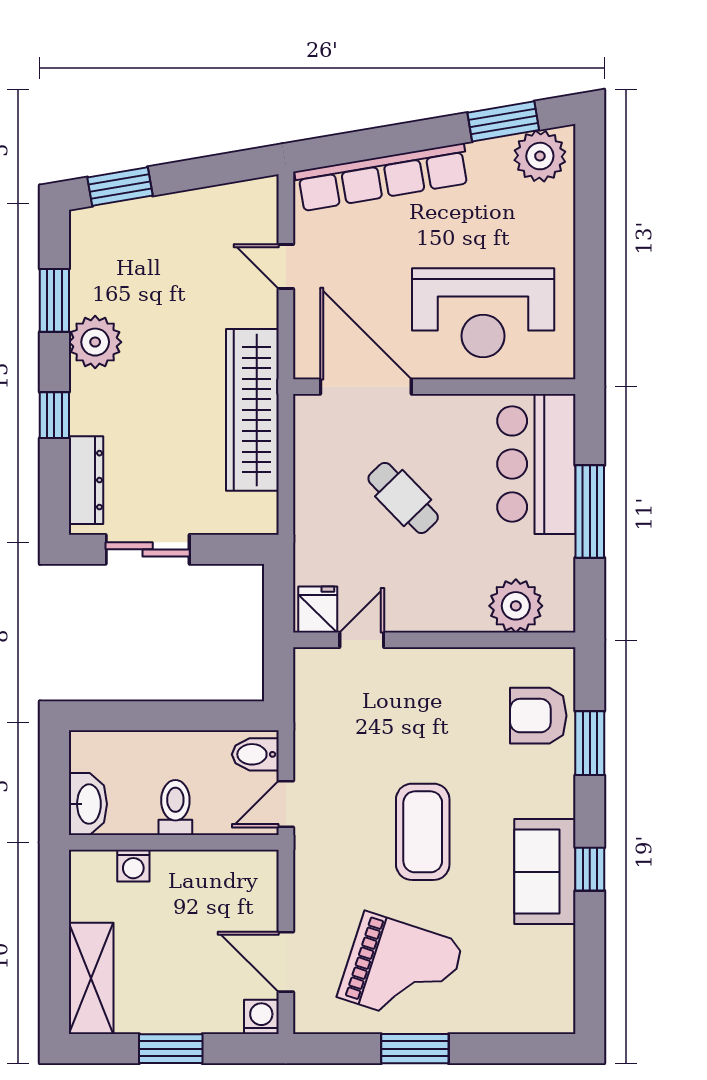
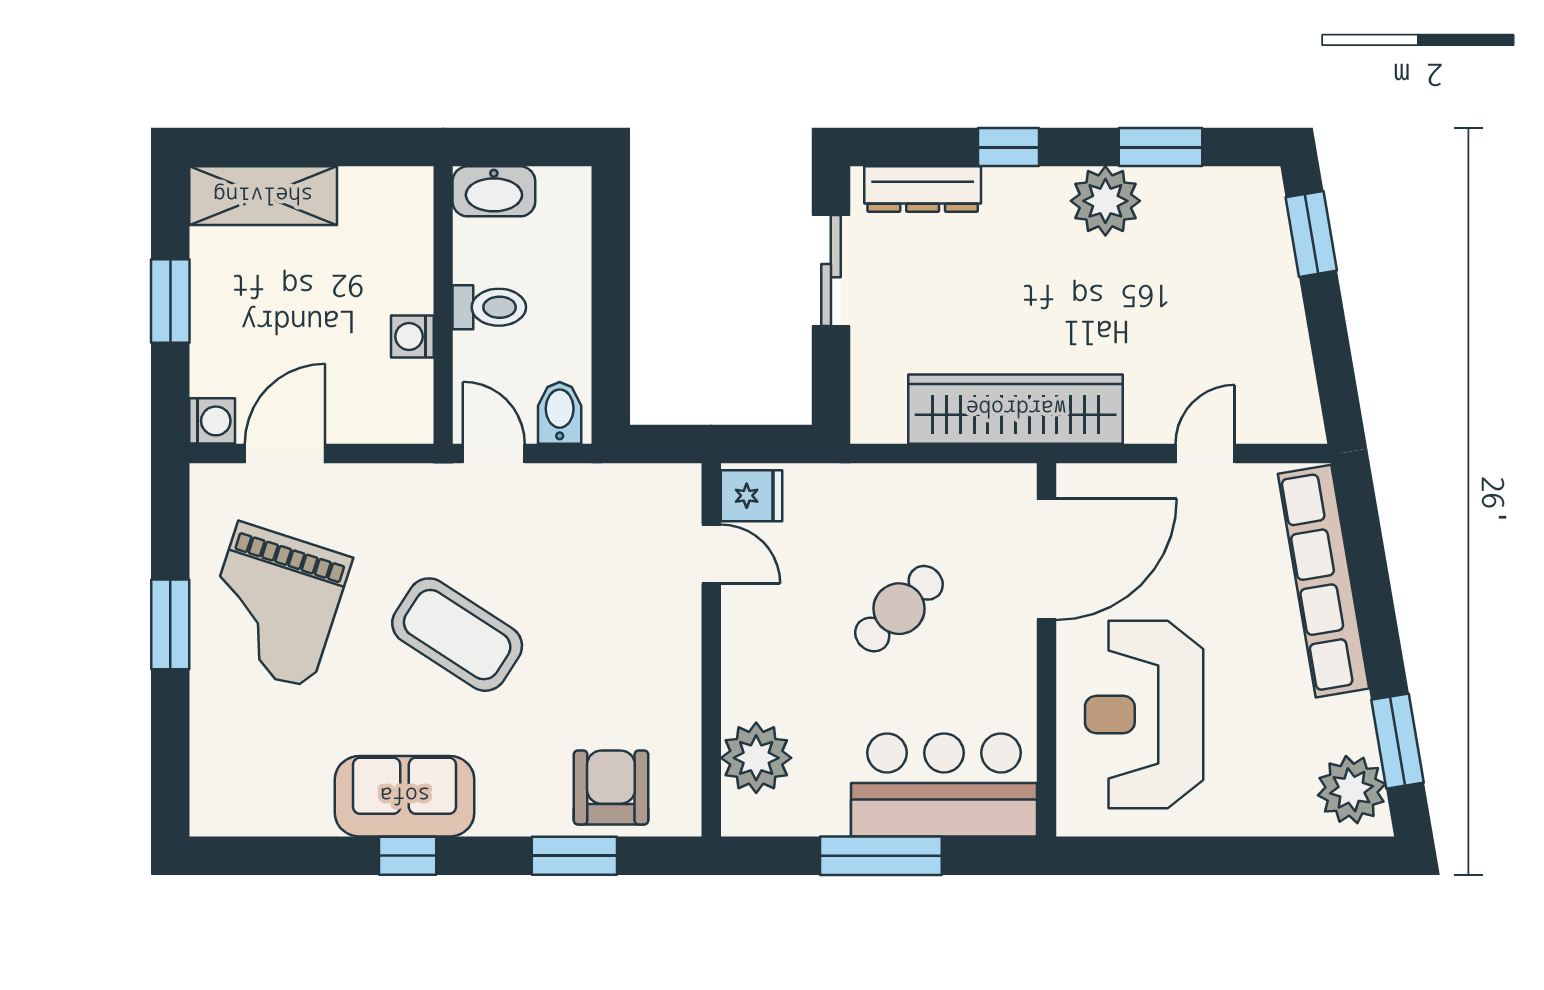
coffee table: (423, 832) -> (457, 635), turned 33
washing machine: (133, 866) -> (412, 336), moved

